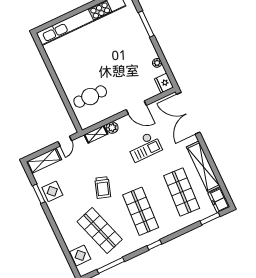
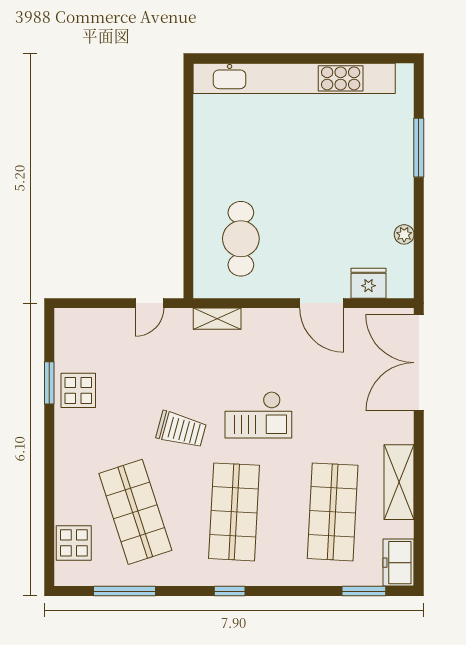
fridge: (164, 83) -> (368, 283), moved, turned 90
cafe table: (90, 97) -> (241, 239), turned 90
plant: (112, 128) -> (255, 320), removed
checkout: (144, 147) -> (258, 415), moved
shelving: (44, 161) -> (90, 322), removed
shelving: (203, 167) -> (399, 482), width x0.68
trolley: (103, 187) -> (181, 430), turned -93

